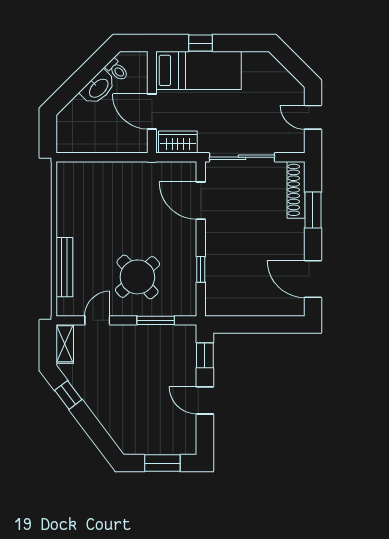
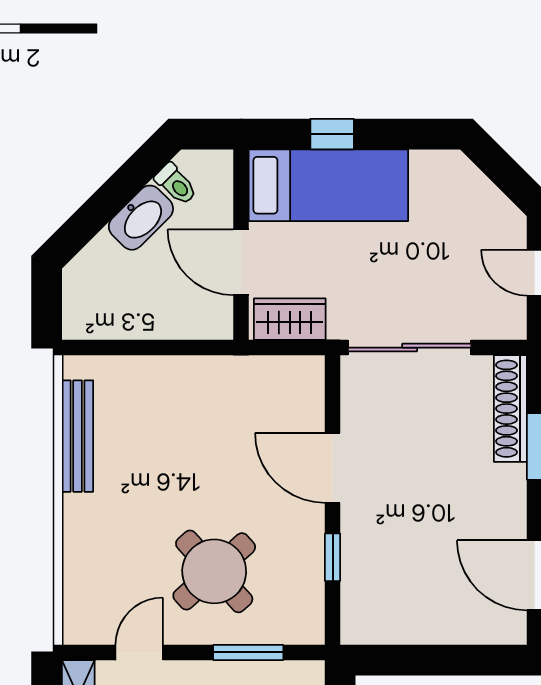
door: (201, 201) -> (333, 468), moved
bench: (64, 267) -> (78, 436), moved

